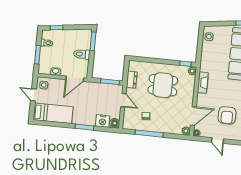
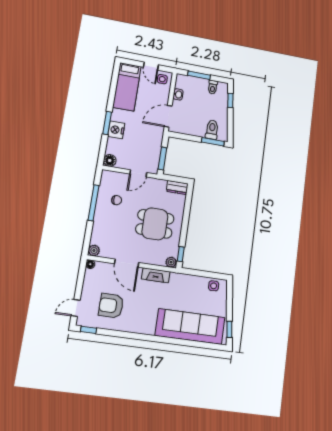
toilet: (82, 54) -> (212, 130), moved
door: (75, 79) -> (168, 116), hinge flipped
dresser: (132, 80) -> (177, 188), moved
dining table: (163, 85) -> (155, 224), turned 90
door: (34, 95) -> (151, 66), swing flipped
door: (193, 116) -> (127, 263), moved
nightstand: (103, 121) -> (116, 130), moved
door: (218, 140) -> (76, 308), moved

